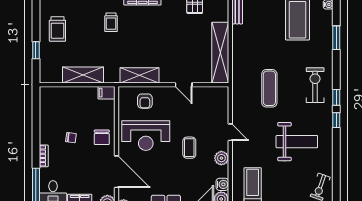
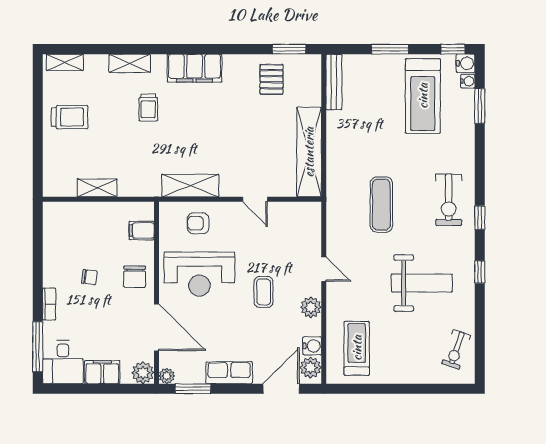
trolley: (57, 29) -> (69, 117), turned -90
window: (336, 38) -> (480, 106), moved
window: (36, 50) -> (38, 149), removed
shelving: (83, 75) -> (97, 188), width x0.67, depth x0.75
exercise bike: (315, 85) -> (449, 200), turned 180
filing cabinet: (106, 93) -> (142, 231), moved
armchair: (145, 101) -> (198, 223), turned 90
window: (336, 120) -> (480, 272), moved

